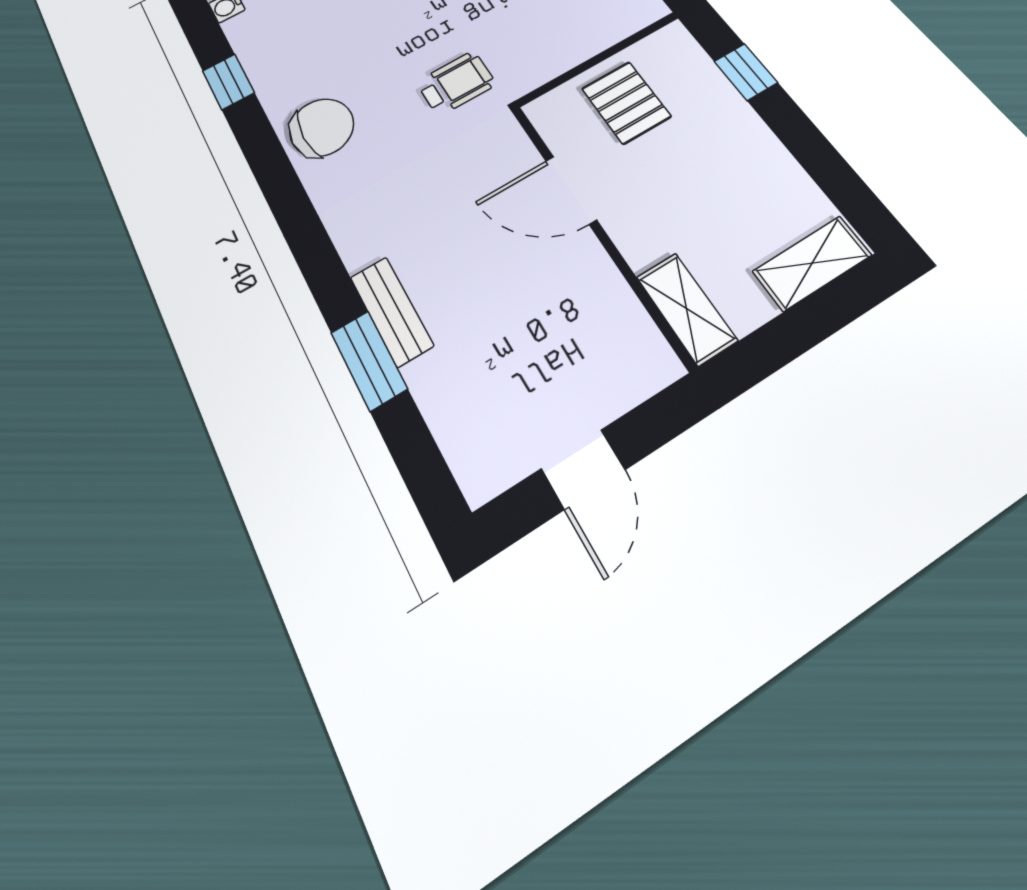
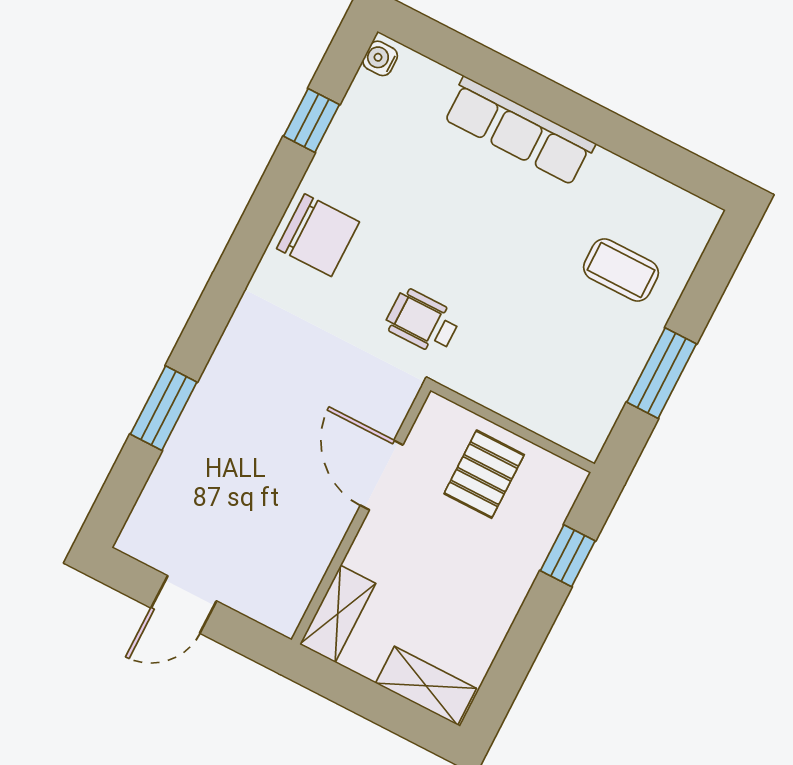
wheelchair: (456, 83) -> (422, 321), turned 180
bench: (391, 311) -> (208, 400), removed

